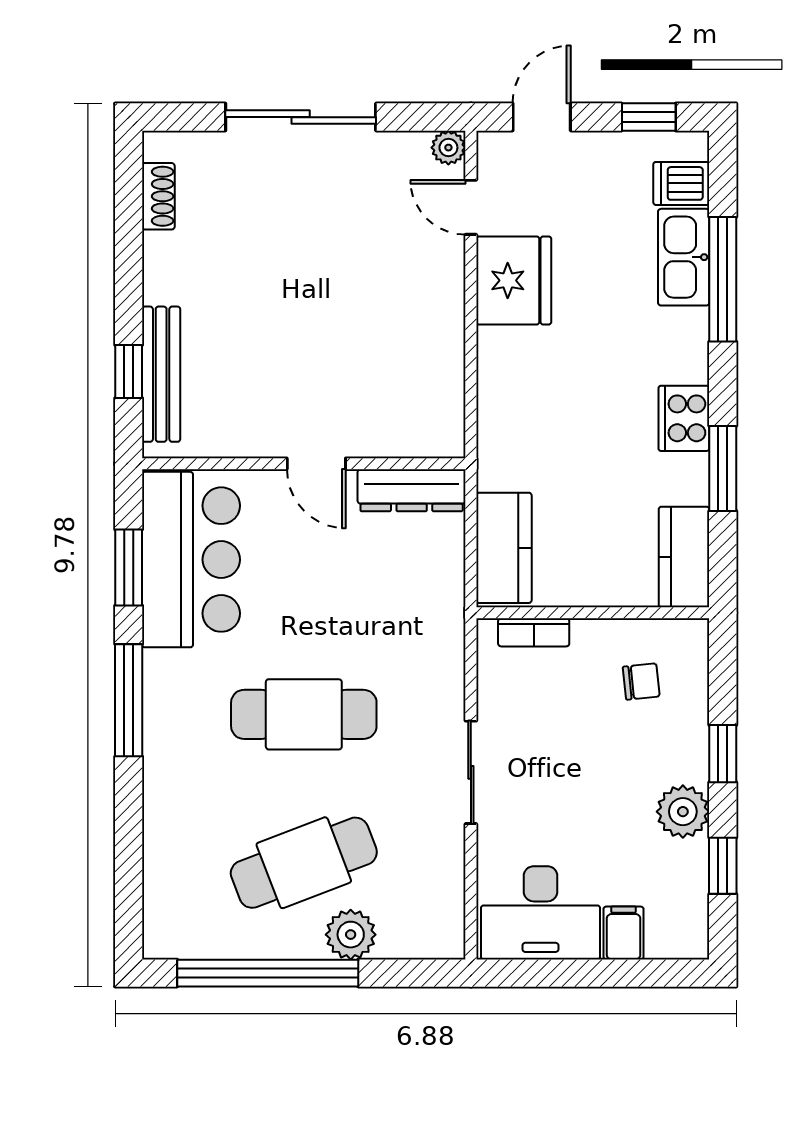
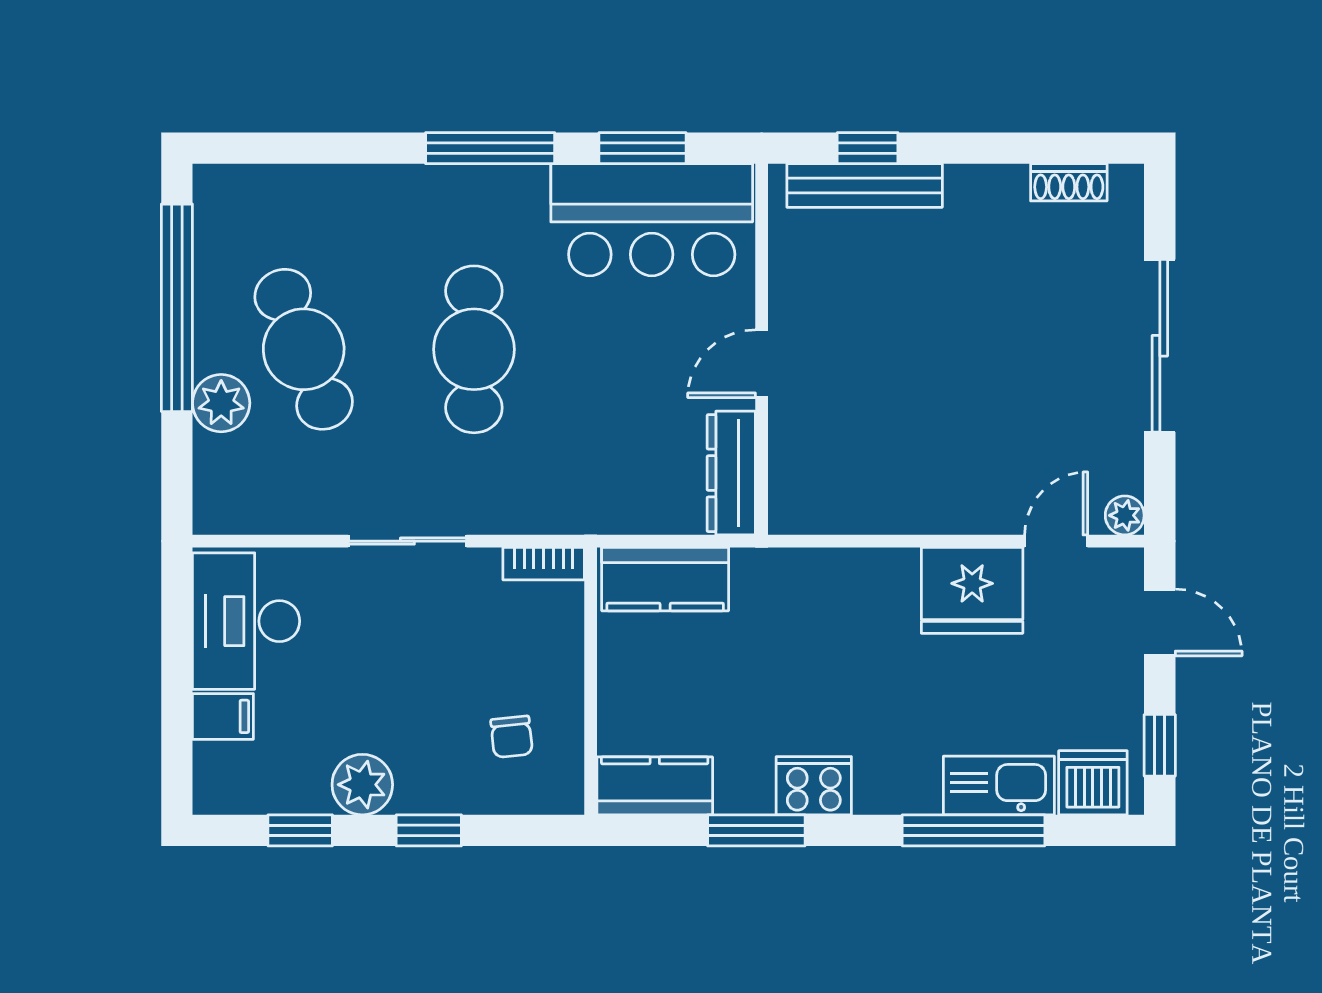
dishwasher: (681, 183) -> (1093, 783), width x1.38
bookcase: (534, 632) -> (544, 564), moved, turned -90

